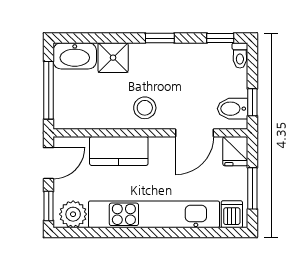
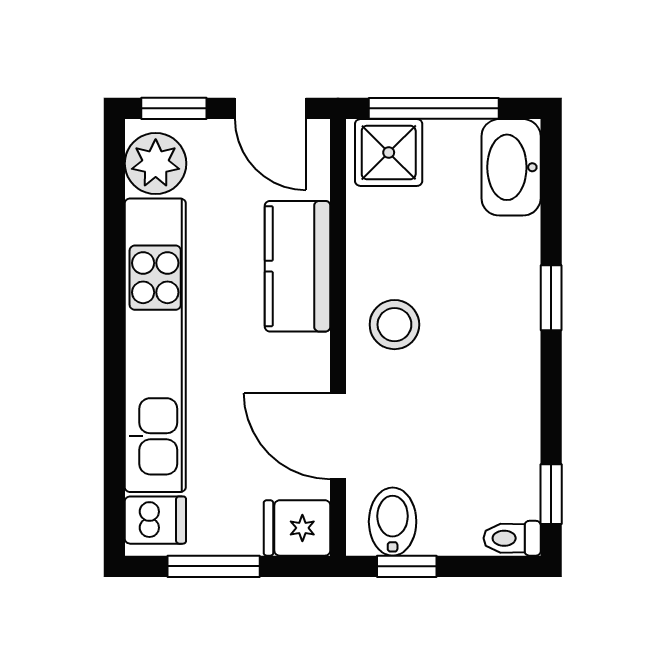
window: (160, 38) -> (551, 298), moved
shower: (113, 58) -> (389, 152), moved

